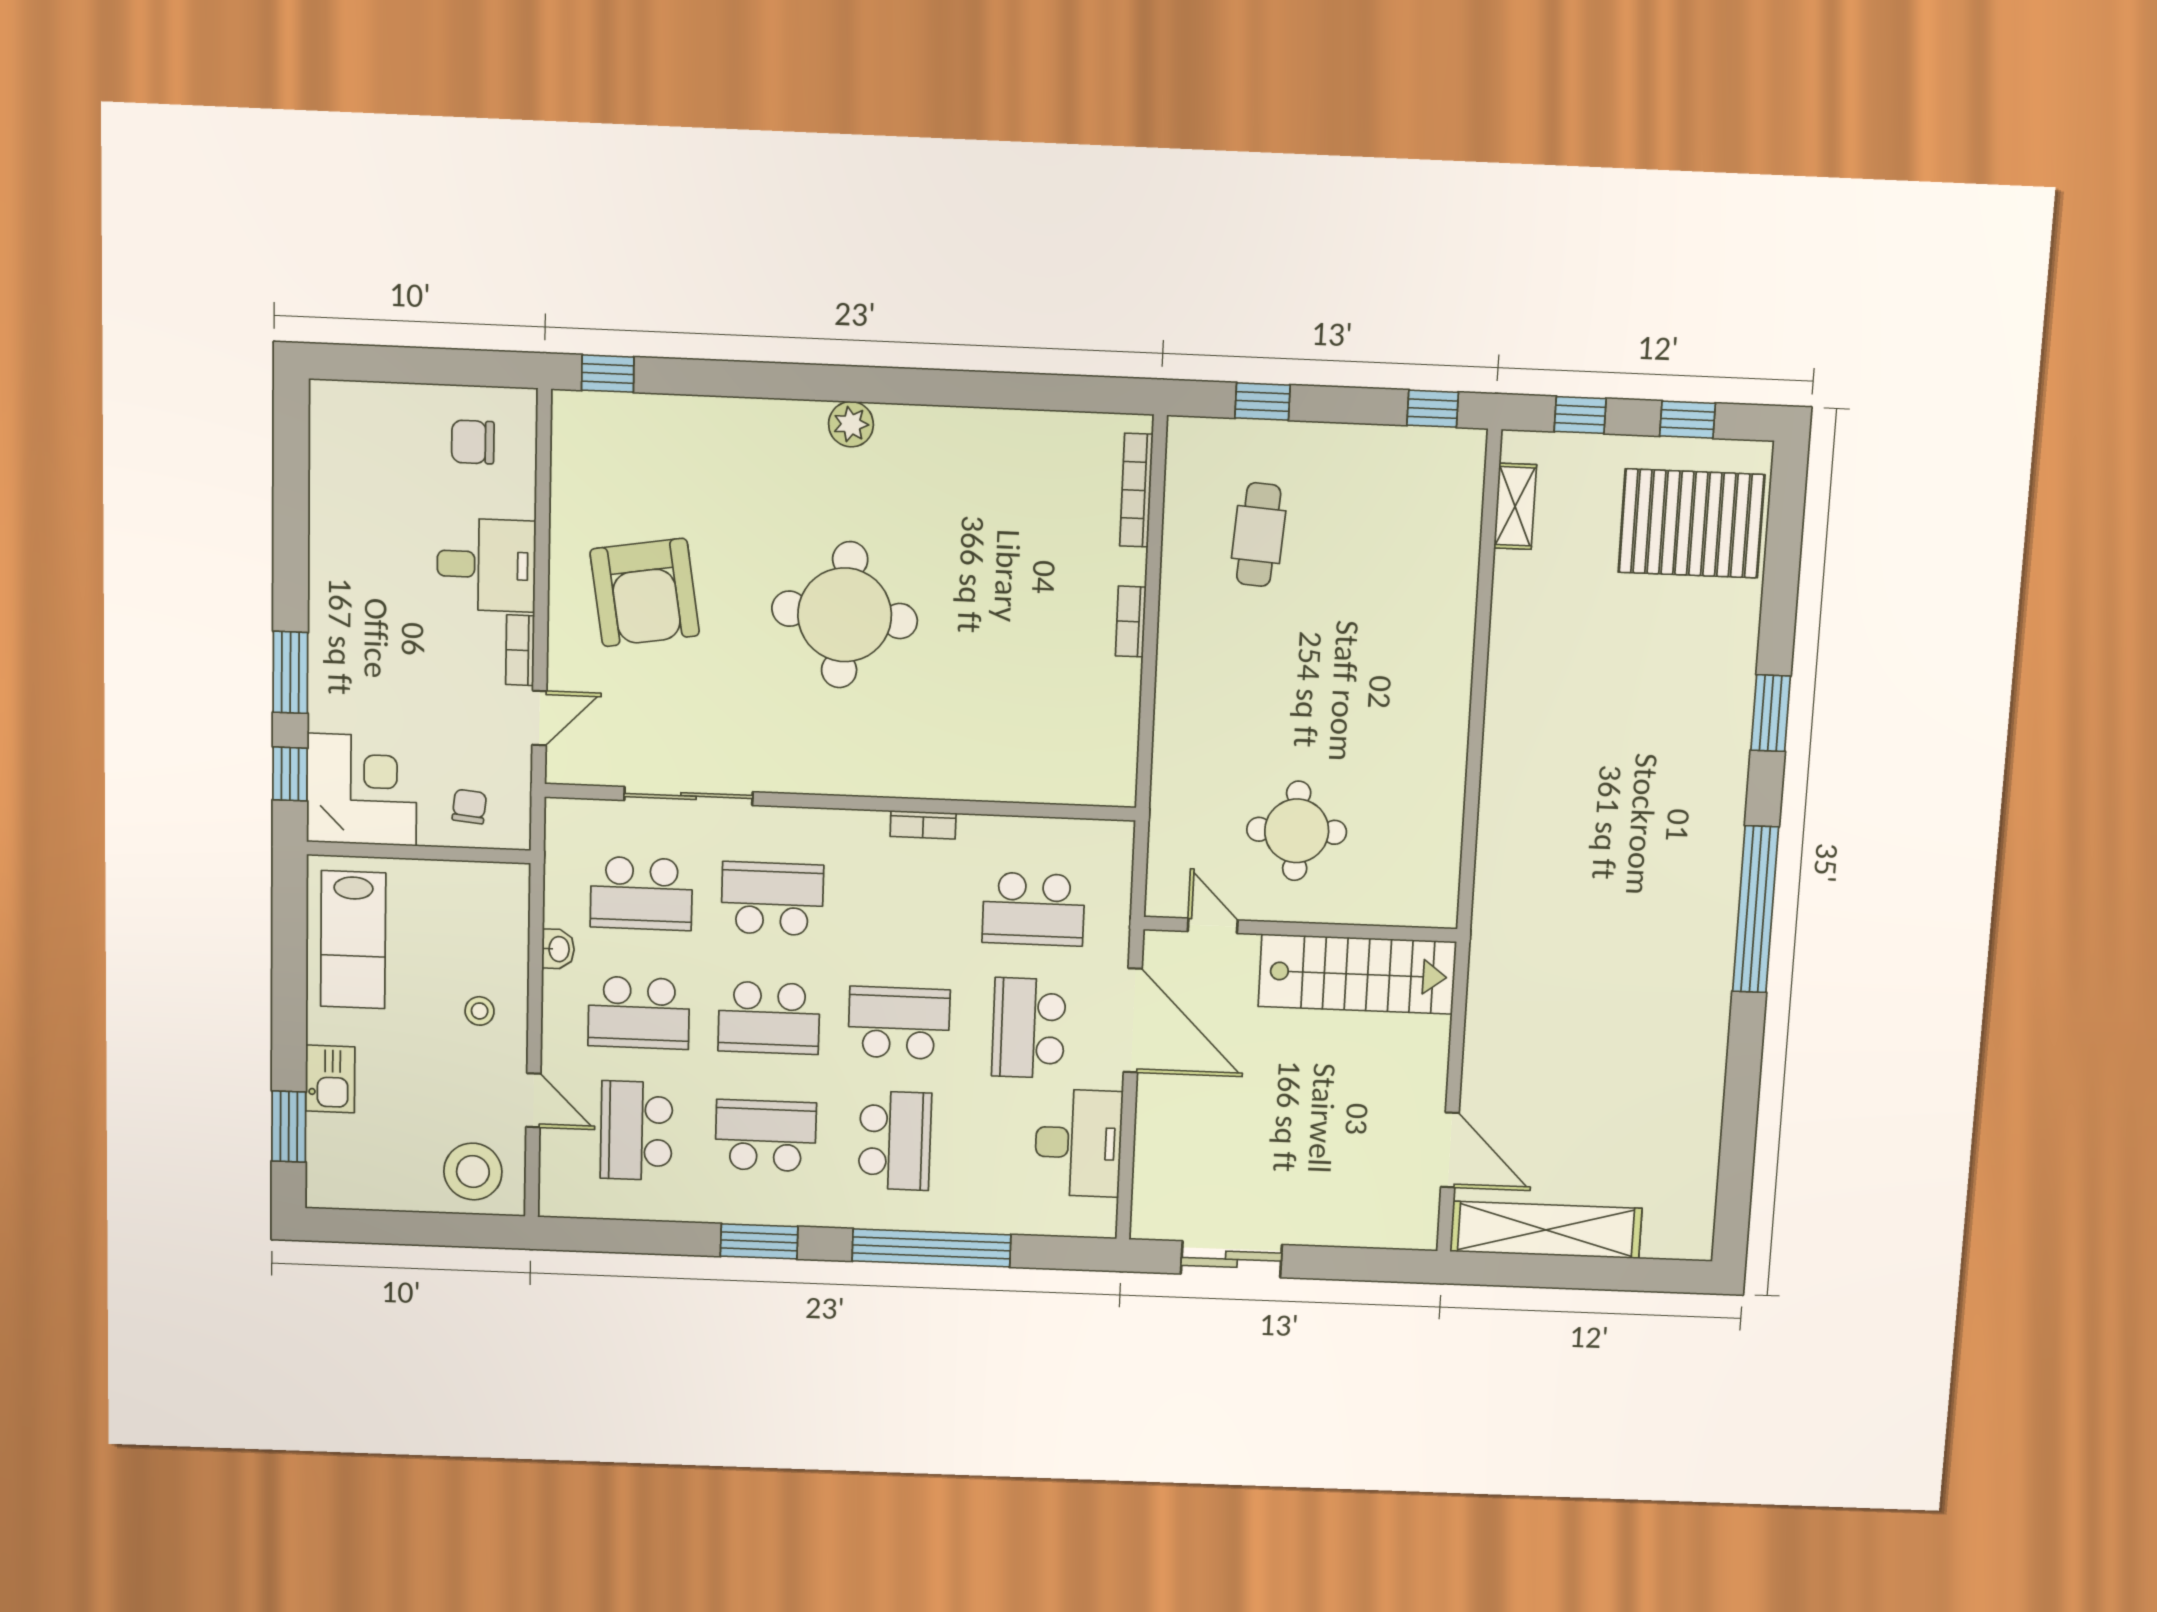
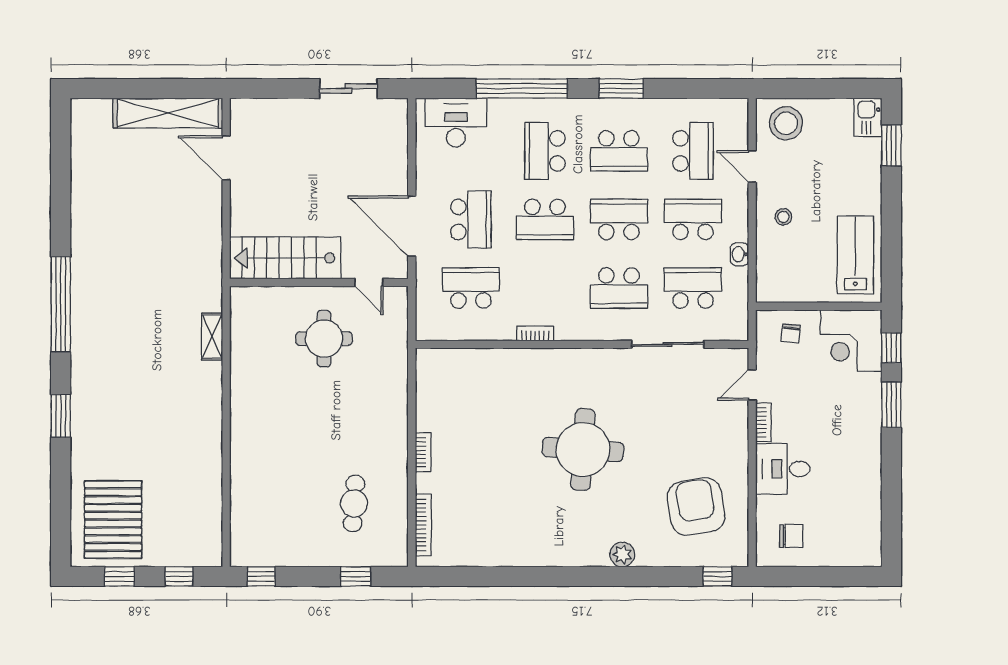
plant: (851, 424) -> (622, 555), moved
shelving: (1515, 506) -> (212, 336), moved
pallet: (1691, 523) -> (113, 520), turned 90
armchair: (645, 592) -> (696, 507), moved
kitchen sink: (330, 1079) -> (868, 117), moved
desk: (1078, 1143) -> (456, 122), moved, turned 90

